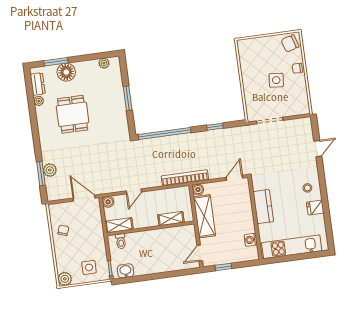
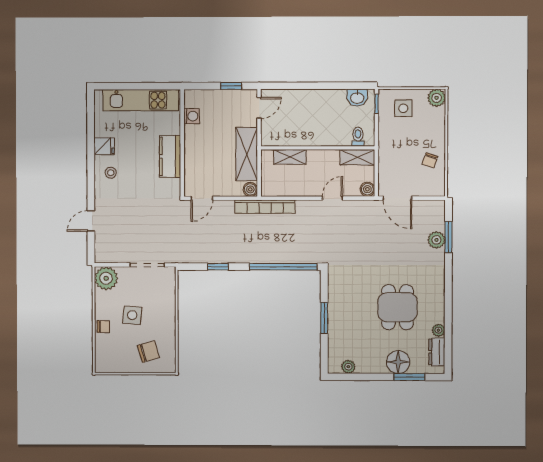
chair: (290, 43) -> (148, 352), moved
plant: (300, 106) -> (106, 278), added

